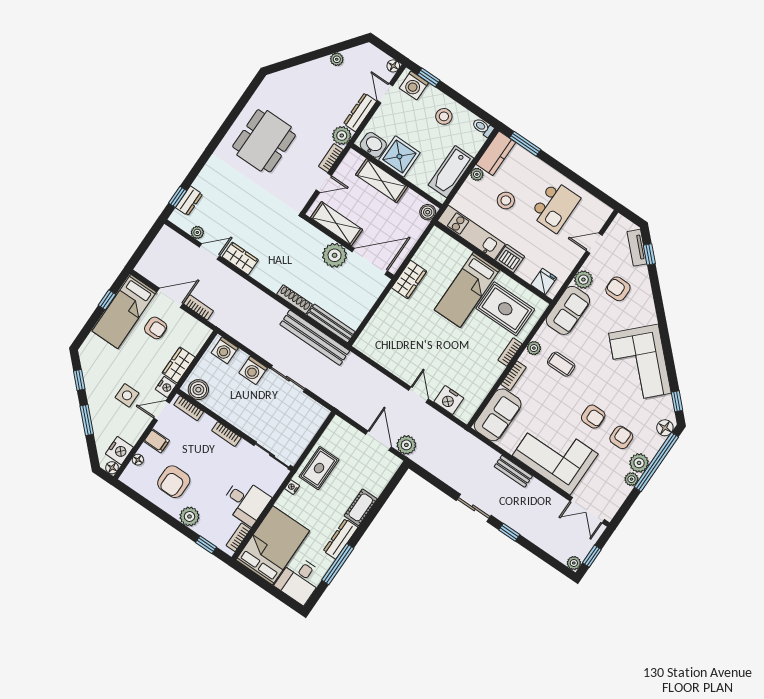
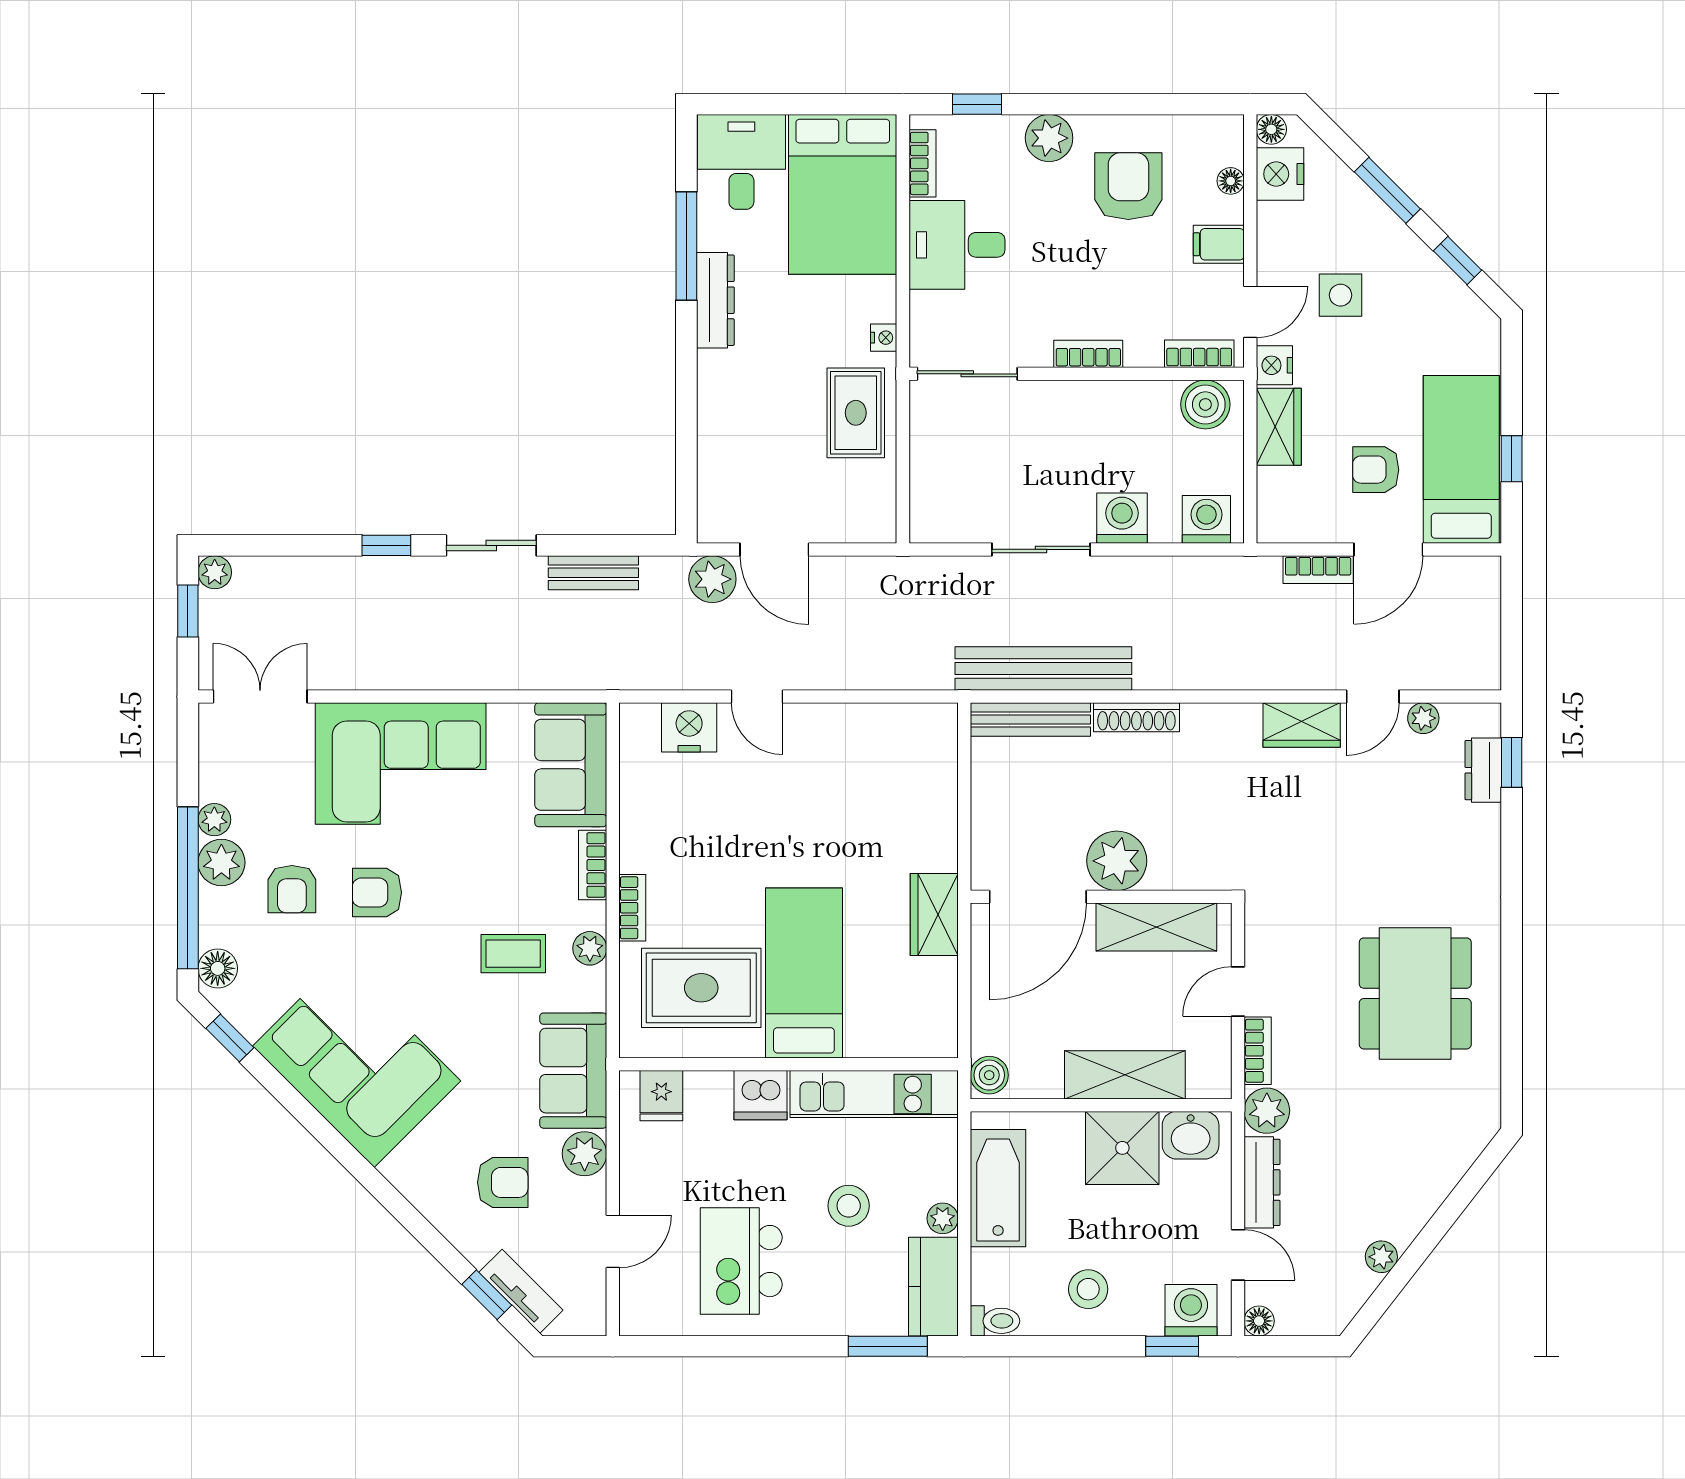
bench: (513, 471) -> (593, 573), moved
cot: (361, 507) -> (718, 391), removed

